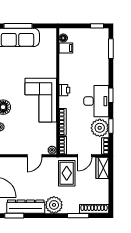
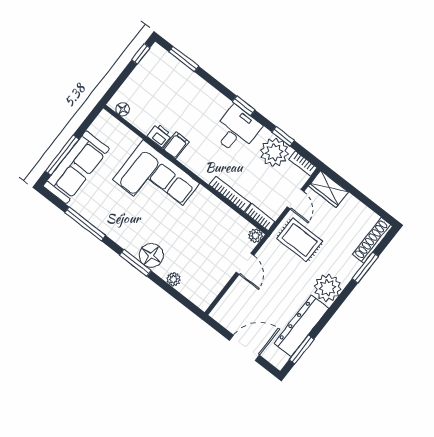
filing cabinet: (66, 48) -> (176, 145), moved
printer: (64, 90) -> (159, 135), moved
corner sofa: (41, 100) -> (156, 182), moved
desk: (96, 101) -> (236, 130), width x0.73

